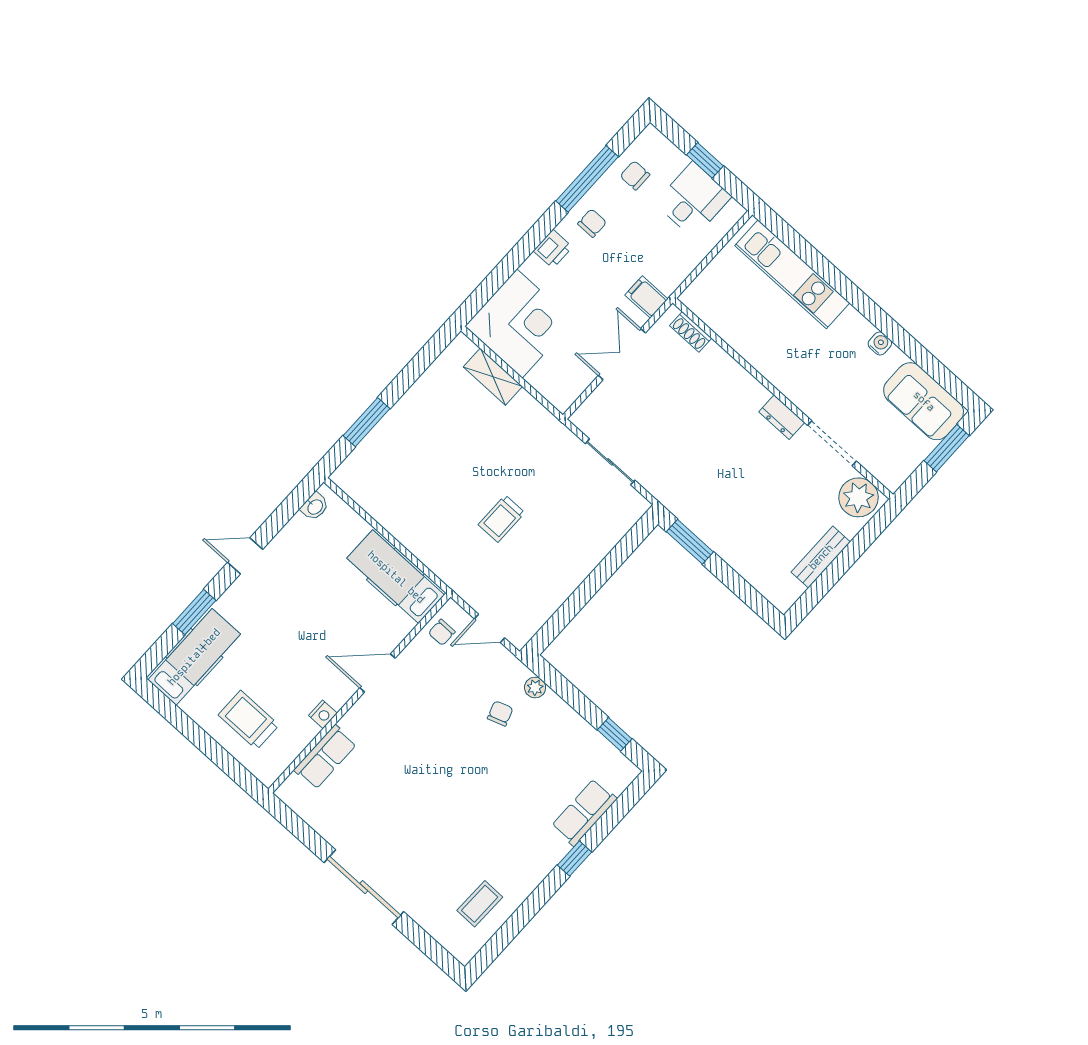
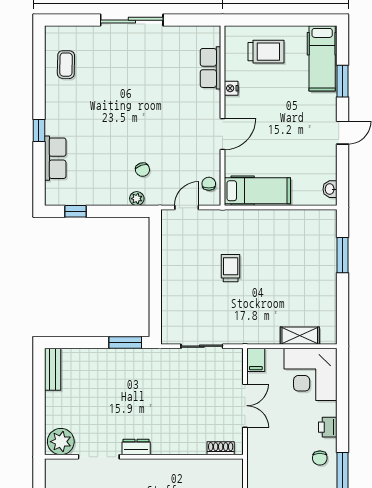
filing cabinet: (646, 297) -> (256, 360), moved, turned 90
bench: (821, 557) -> (53, 369), moved

